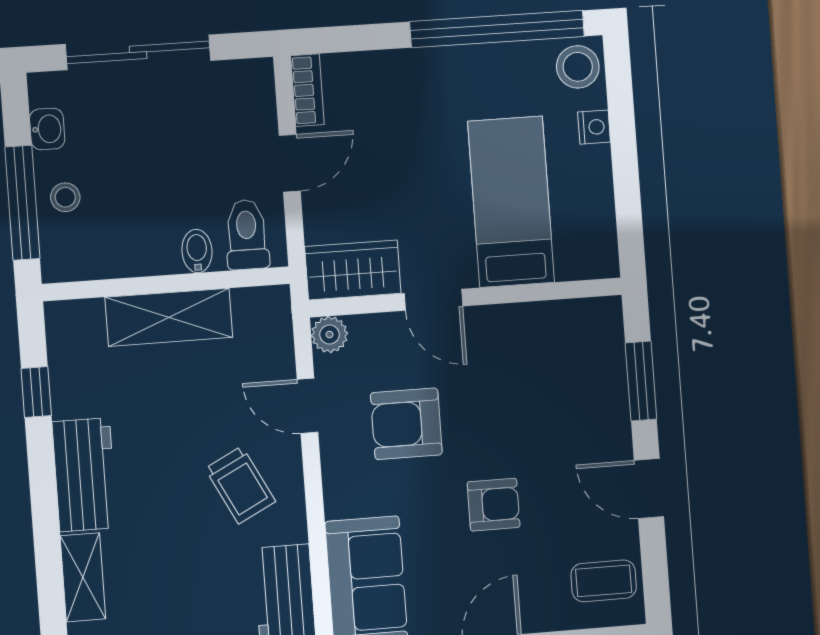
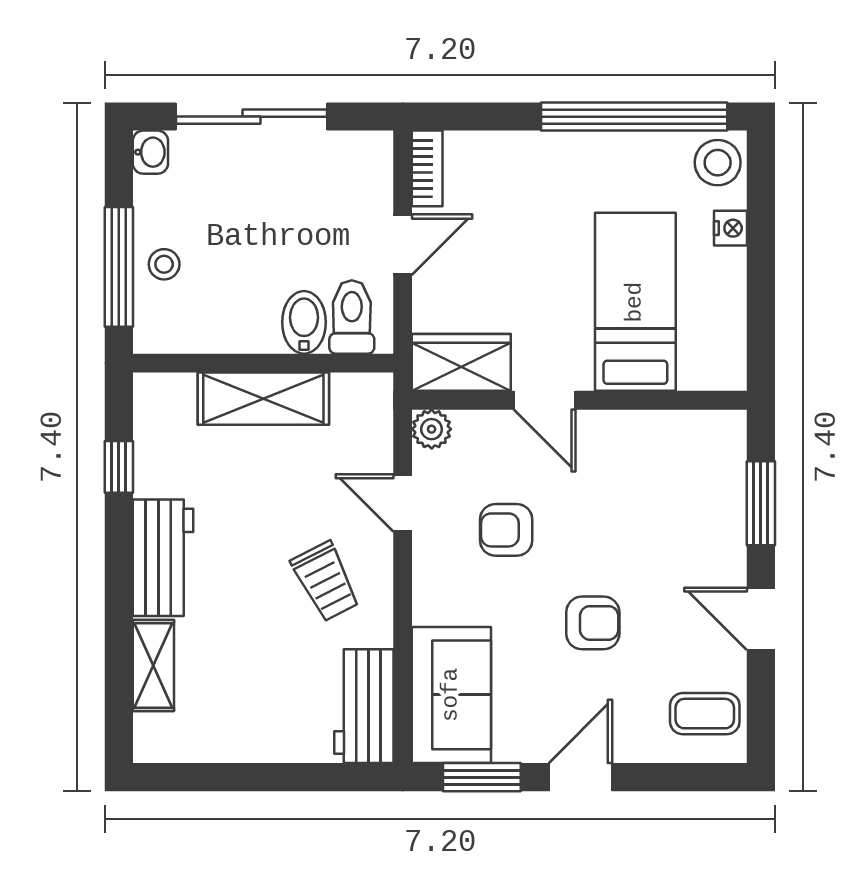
washbasin: (47, 129) -> (150, 152), moved
bidet: (197, 251) -> (304, 322), width x1.38, depth x1.36
armchair: (406, 424) -> (506, 530), width x0.72, depth x0.72

